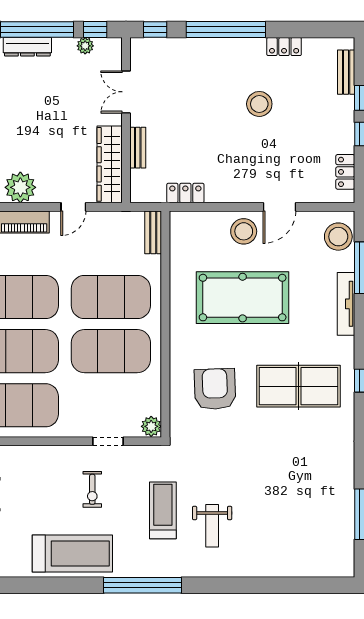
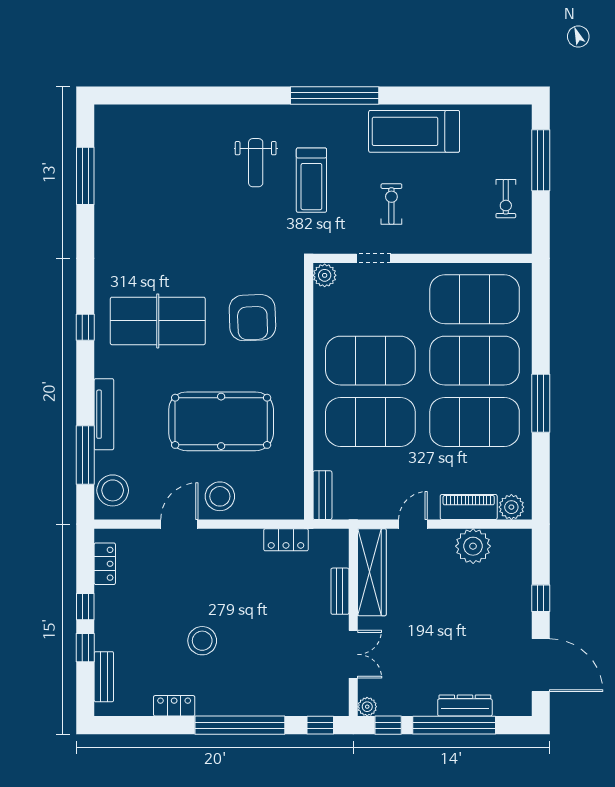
plant: (85, 46) -> (367, 707), moved
weight bench: (212, 526) -> (256, 163), turned 180

